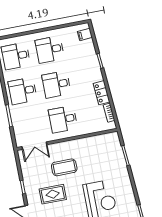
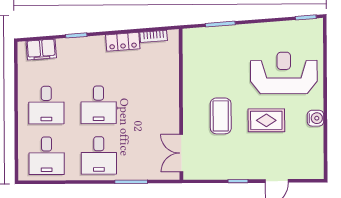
filing cabinet: (85, 34) -> (41, 49), width x2.00
desk: (63, 119) -> (151, 105), removed
double door: (34, 146) -> (181, 153), swing flipped
rug: (53, 194) -> (266, 120), moved, turned 90

